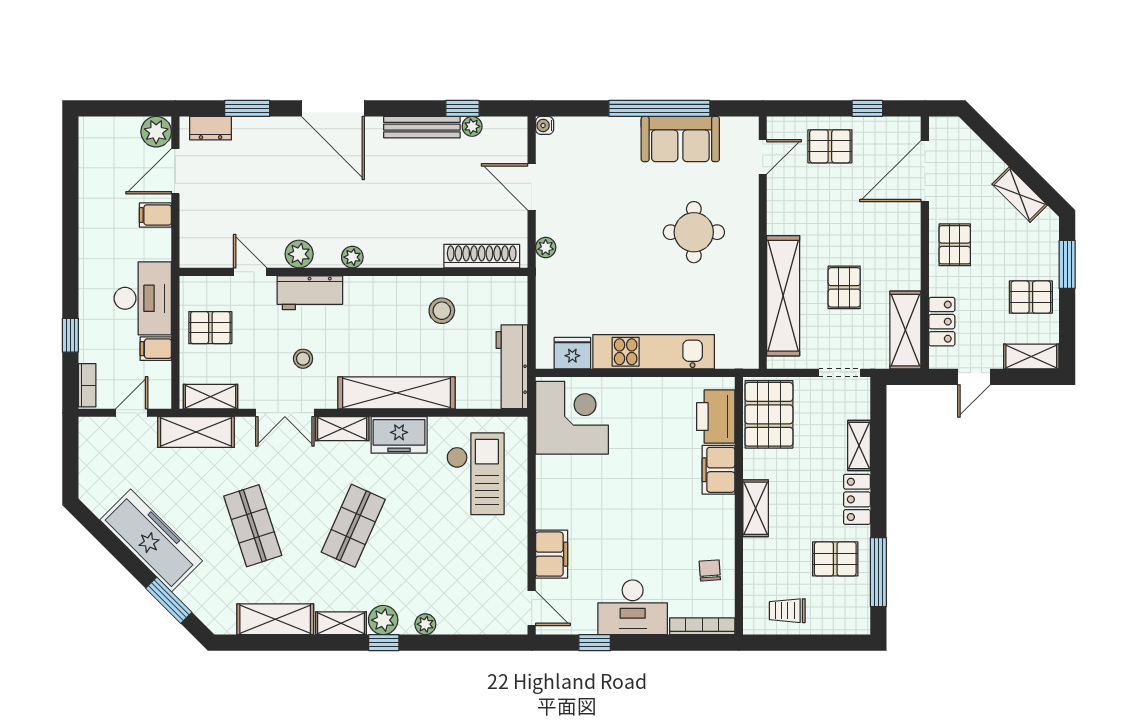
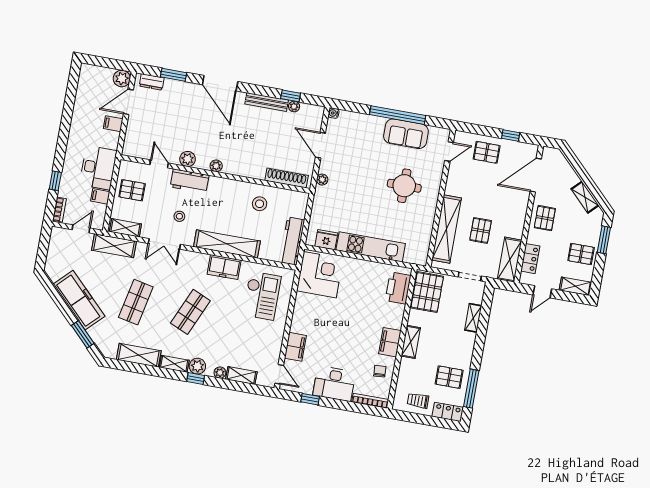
shelving: (342, 429) -> (241, 376), moved
filing cabinet: (719, 470) -> (390, 342), moved
locker: (857, 499) -> (448, 412), moved, turned 90
shop shelf: (253, 526) -> (136, 302), turned 30

